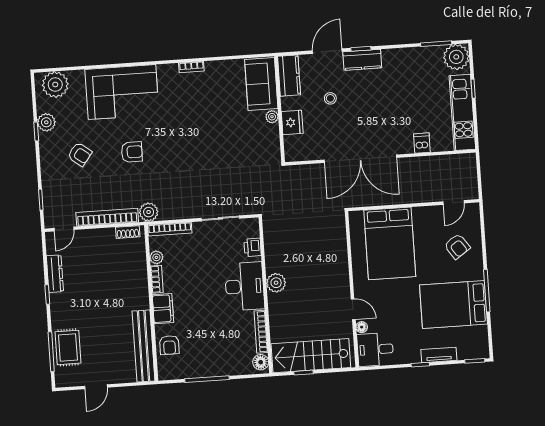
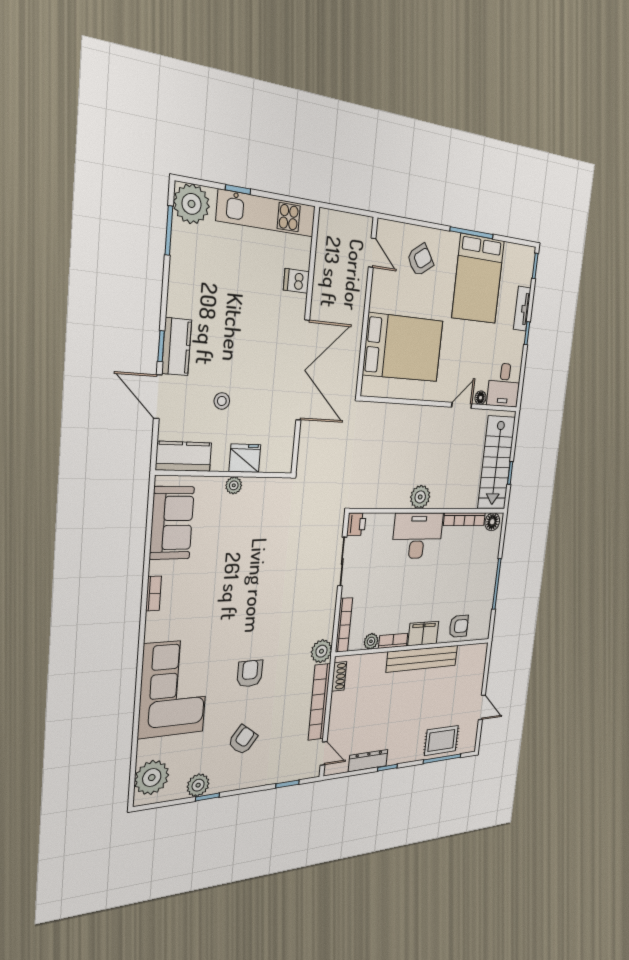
sofa: (261, 84) -> (172, 523), moved, turned -90
printer: (253, 247) -> (356, 524), moved, turned -90
bench: (144, 346) -> (422, 659), moved

